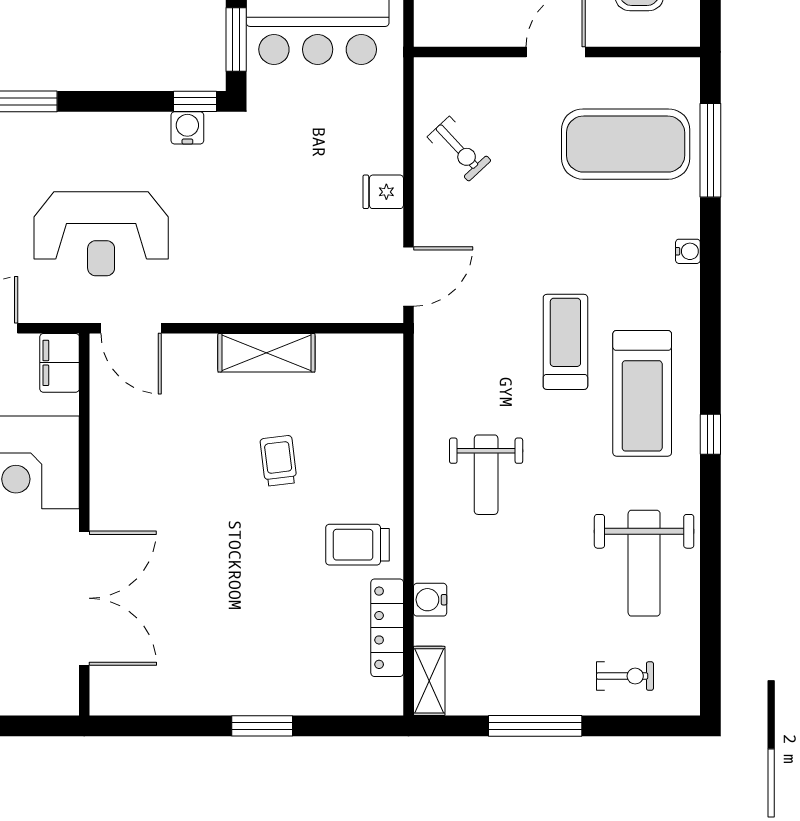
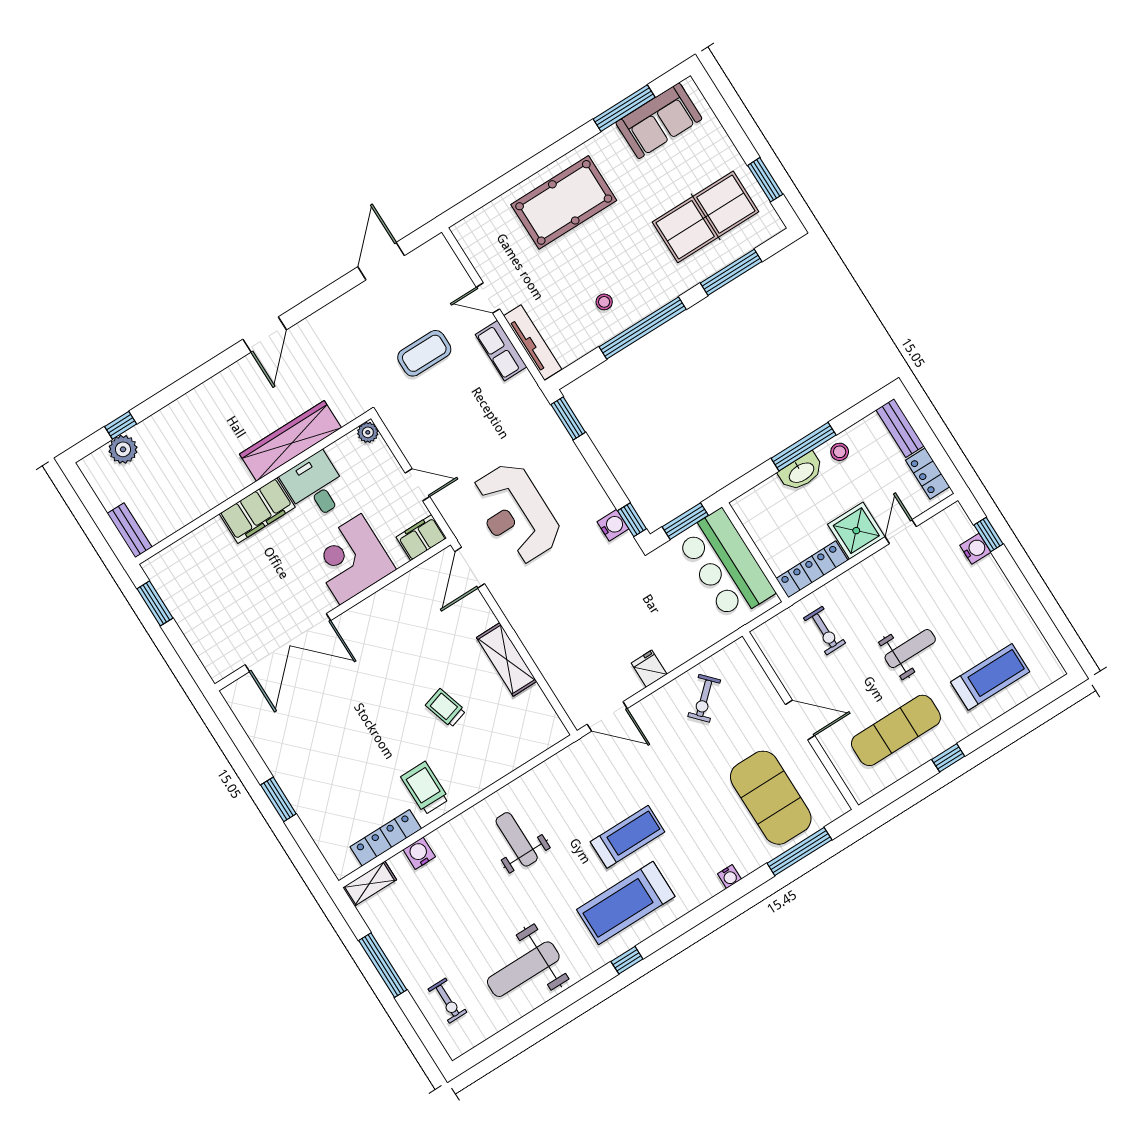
trolley: (279, 461) -> (446, 708), turned -100
weight bench: (486, 475) -> (517, 839), turned 90

